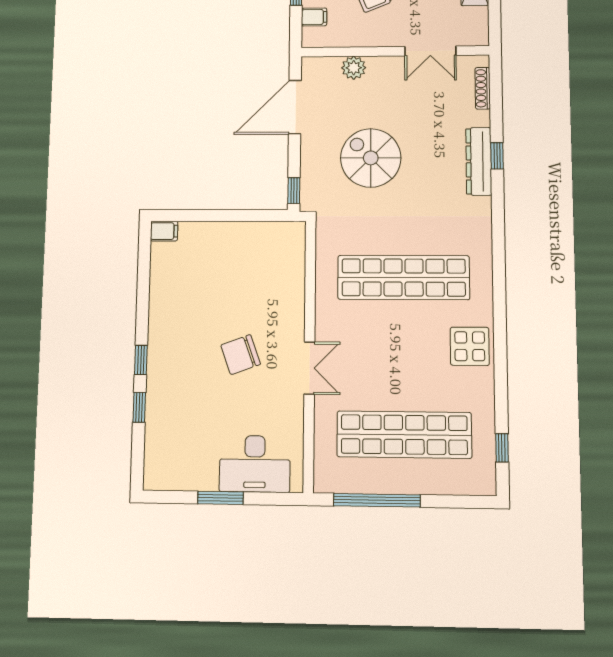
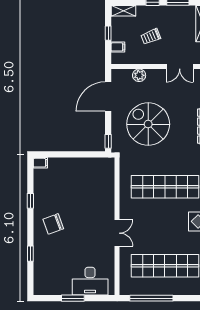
spiral stairs: (371, 158) -> (148, 124), width x1.37, depth x1.37
chair: (241, 355) -> (53, 224), moved
window: (141, 360) -> (30, 201), moved

